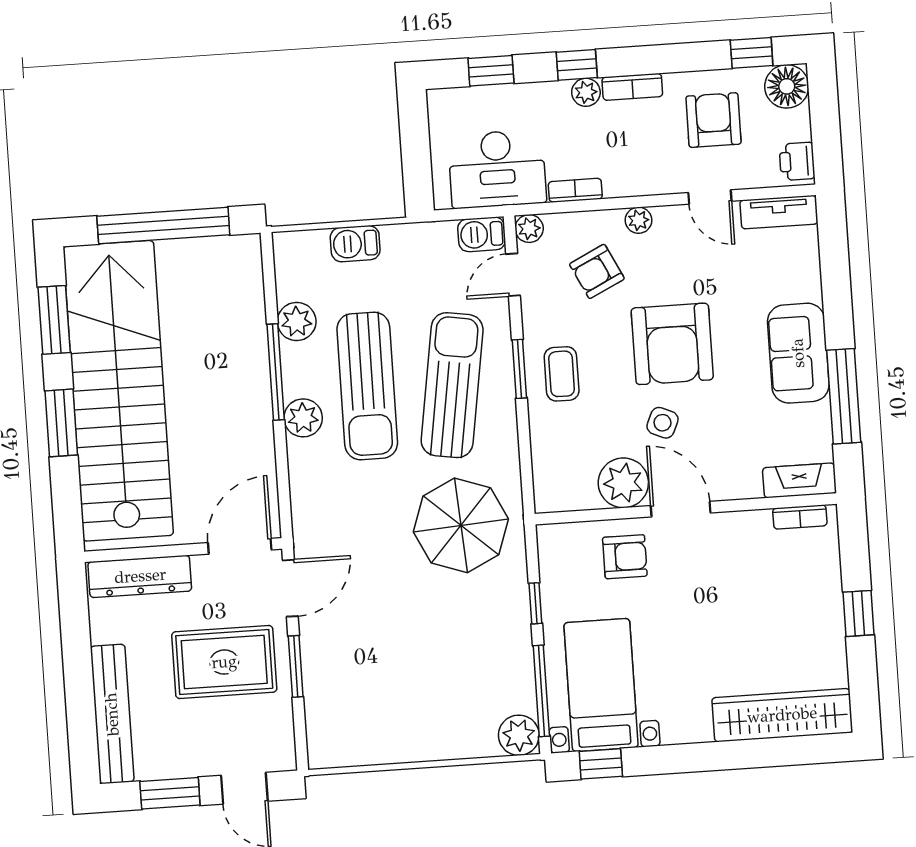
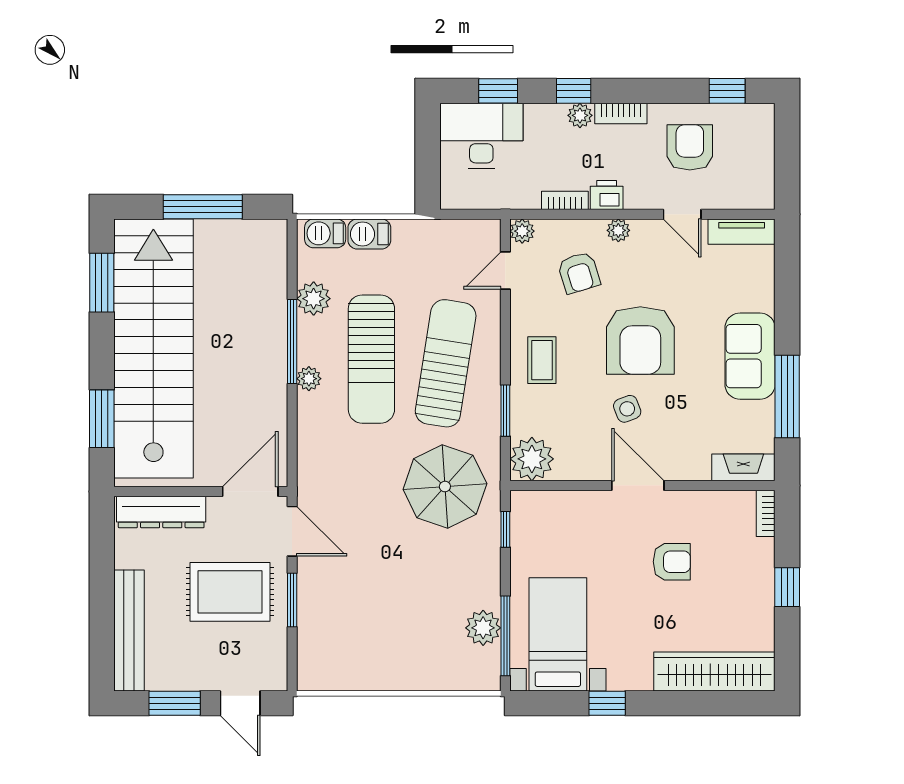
floor lamp: (787, 86) -> (756, 122), removed
printer: (797, 161) -> (607, 195), moved, turned 90
desk: (497, 169) -> (481, 136), moved, turned 180
window: (163, 225) -> (203, 207), width x0.68
barbecue: (482, 234) -> (325, 233), moved
armchair: (597, 271) -> (579, 273), turned -81
window: (519, 369) -> (505, 411), moved
plant: (303, 418) -> (309, 379), width x0.73, depth x0.73
window: (61, 423) -> (102, 419), moved
side table: (662, 423) -> (627, 409), turned 45
plant: (623, 483) -> (532, 459), moved
bookcase: (800, 517) -> (766, 513), moved, turned 90
armchair: (625, 557) -> (672, 562), moved
door: (290, 588) -> (292, 531), hinge flipped
window: (535, 603) -> (505, 529), moved
plant: (519, 735) -> (483, 628), moved
window: (601, 764) -> (607, 703), moved

